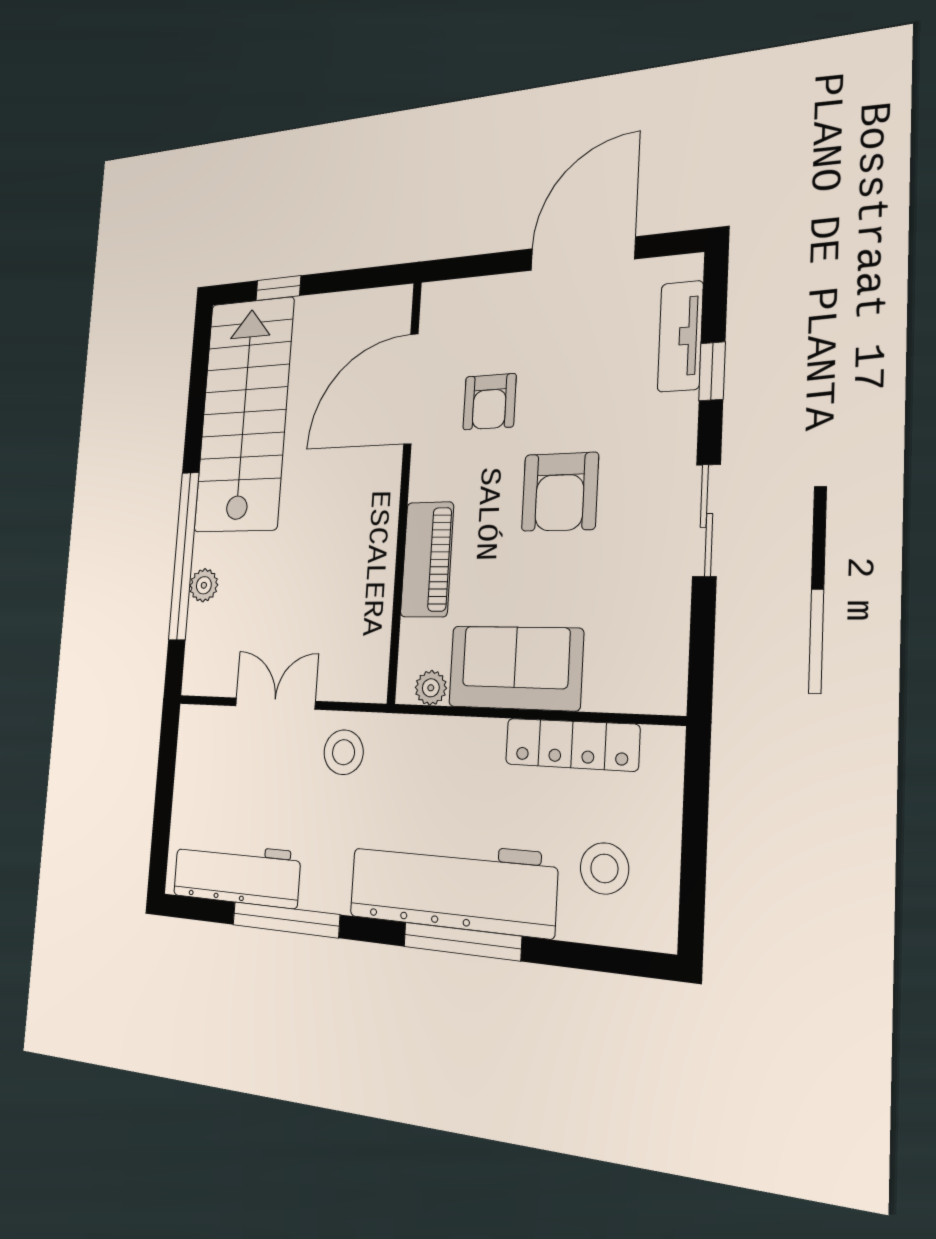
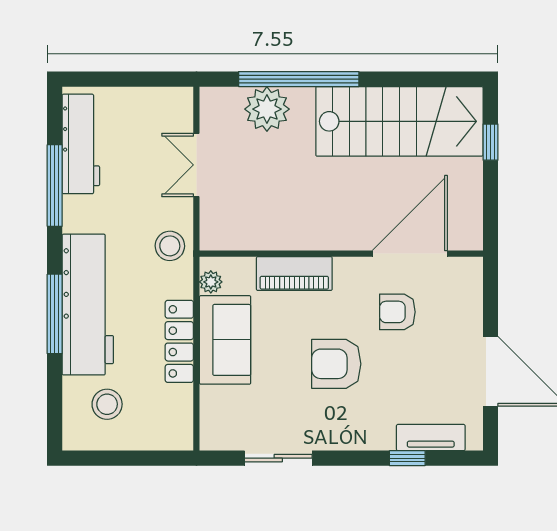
door: (411, 389) -> (410, 254), hinge flipped
sliding door: (706, 520) -> (278, 458), moved
plant: (204, 585) -> (267, 109), width x1.87, depth x1.87
double door: (275, 704) -> (196, 165), swing flipped
locker: (572, 744) -> (179, 341), moved
stool: (344, 752) -> (170, 246), moved

